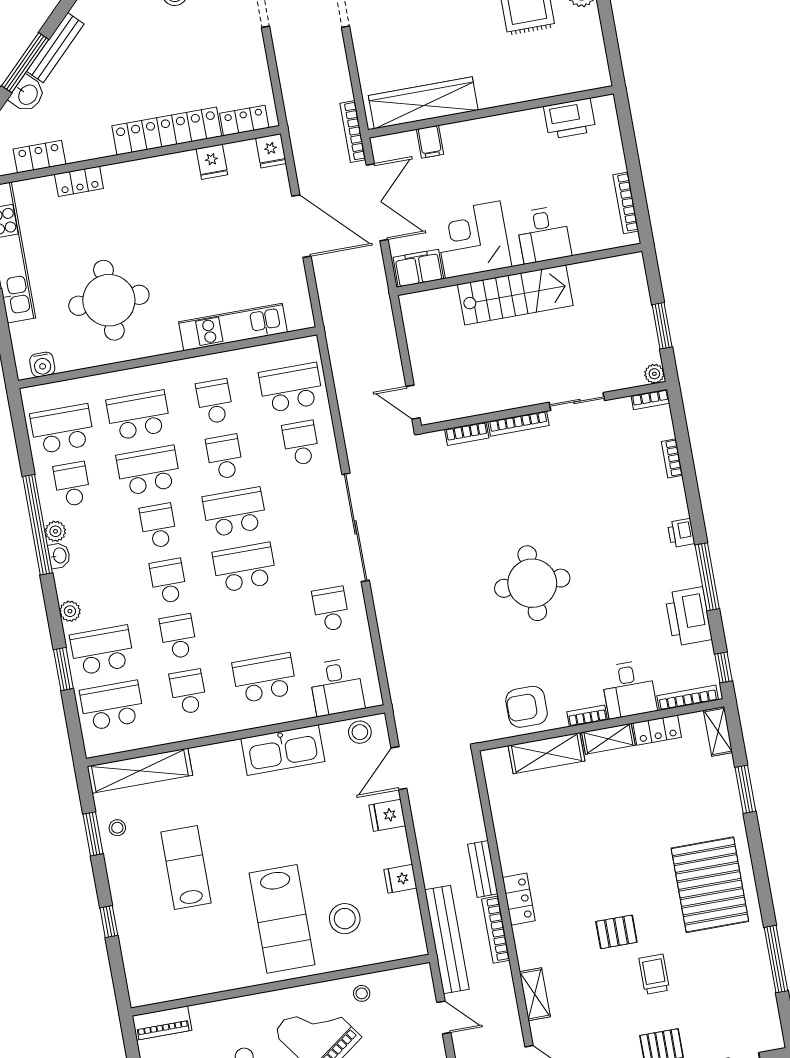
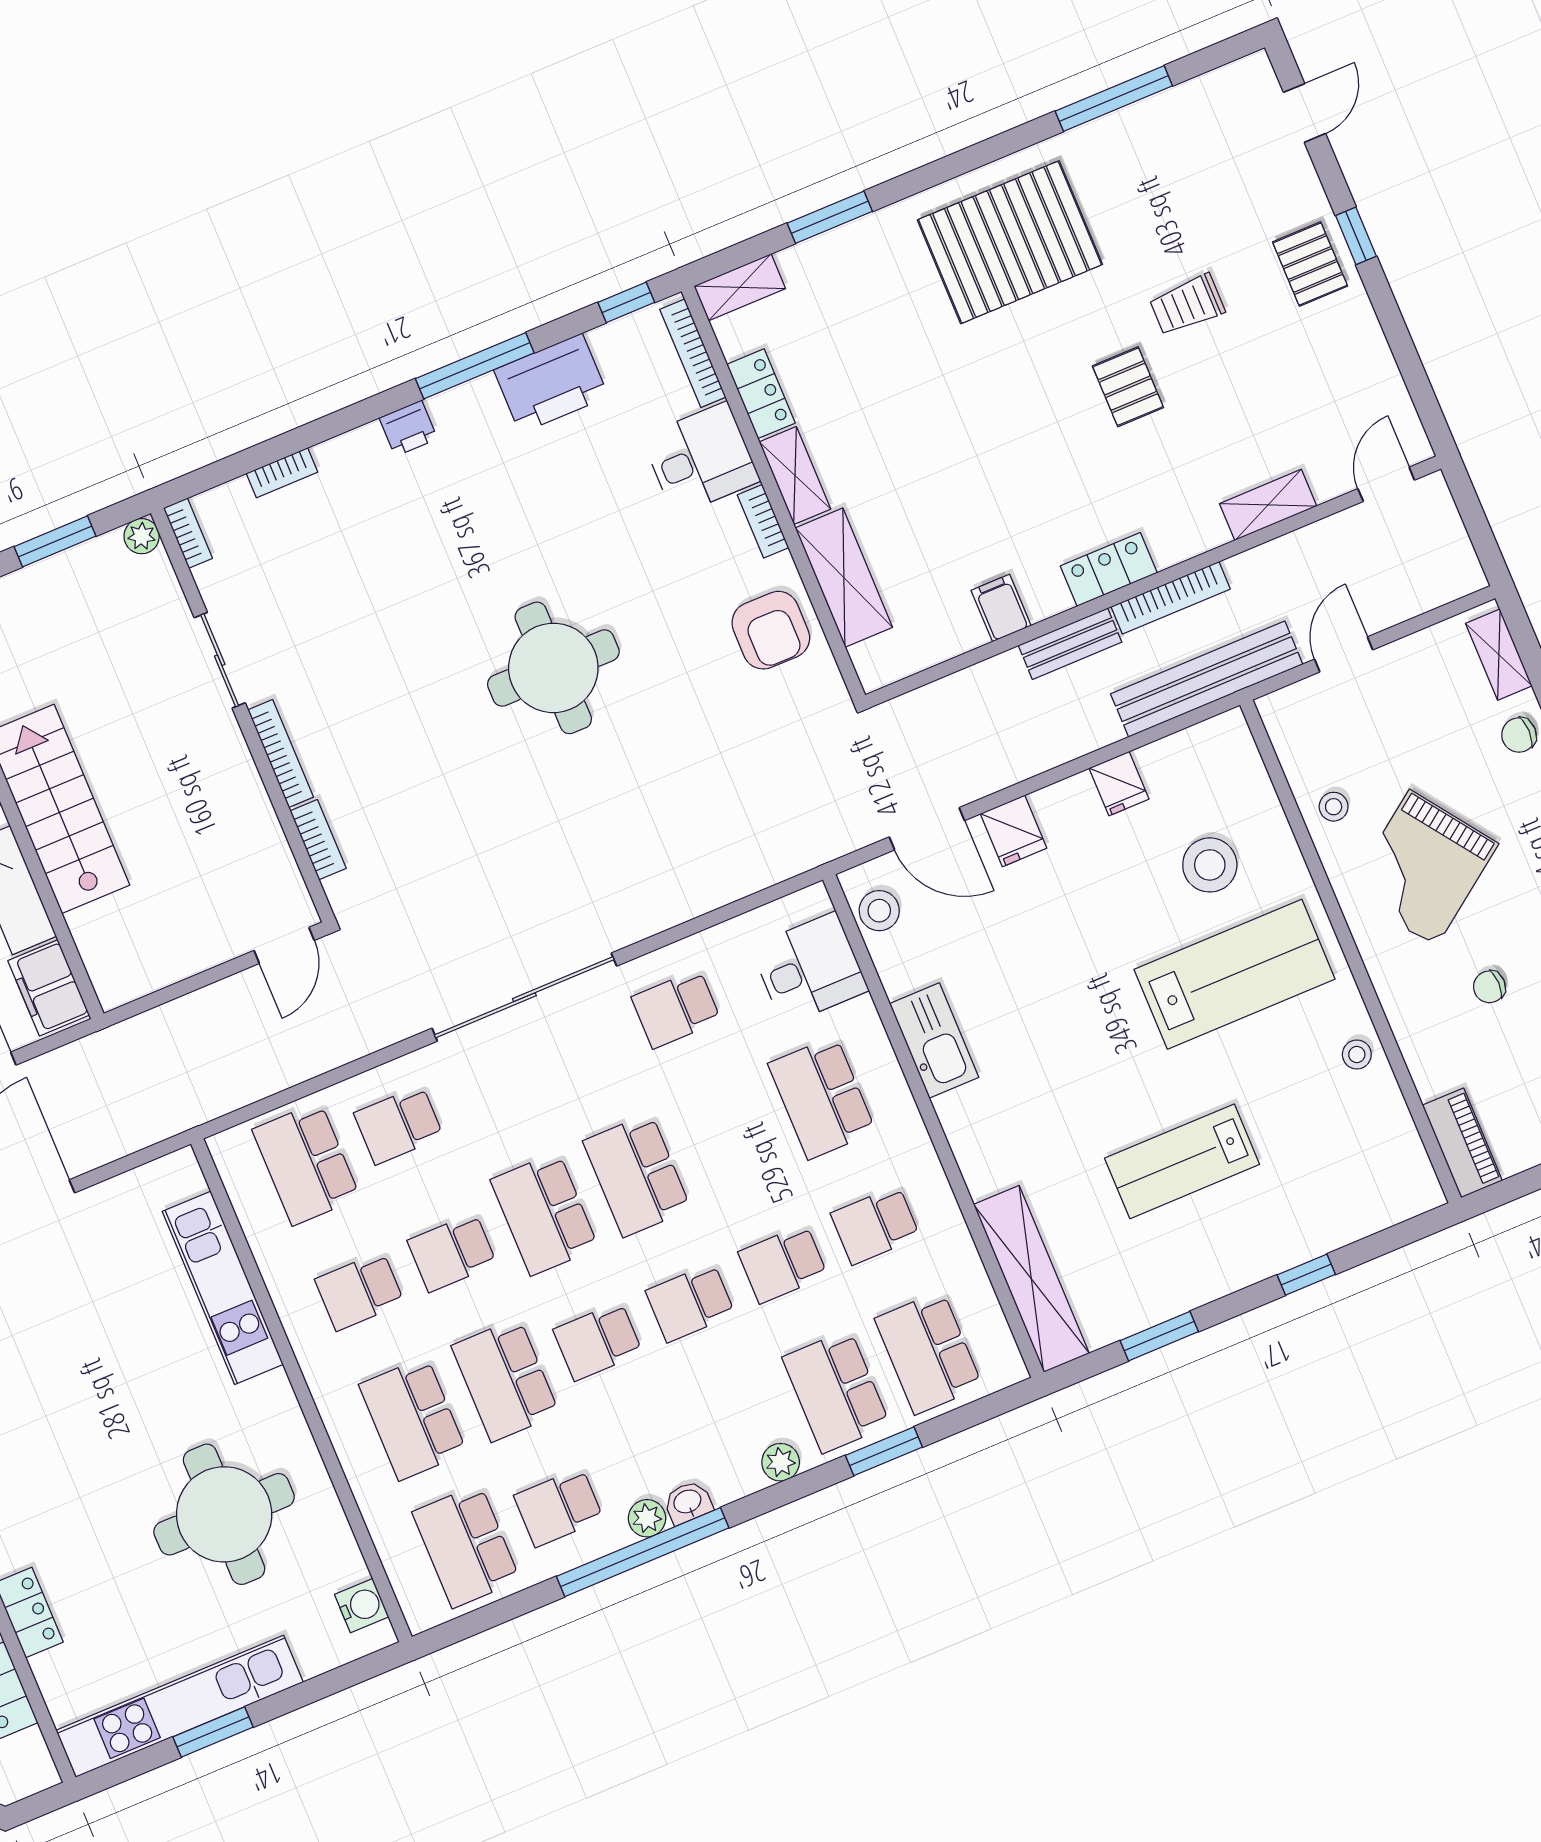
kitchen sink: (283, 750) -> (934, 1041), width x0.73, depth x0.81
stool: (117, 828) -> (1357, 1054), moved
filing cabinet: (511, 836) -> (1001, 608), added

